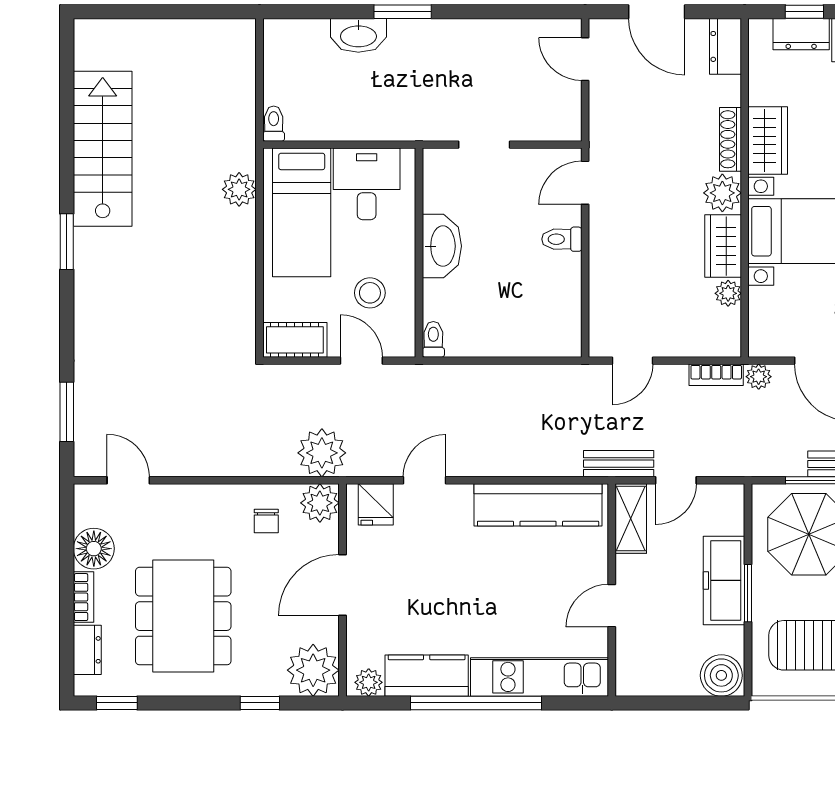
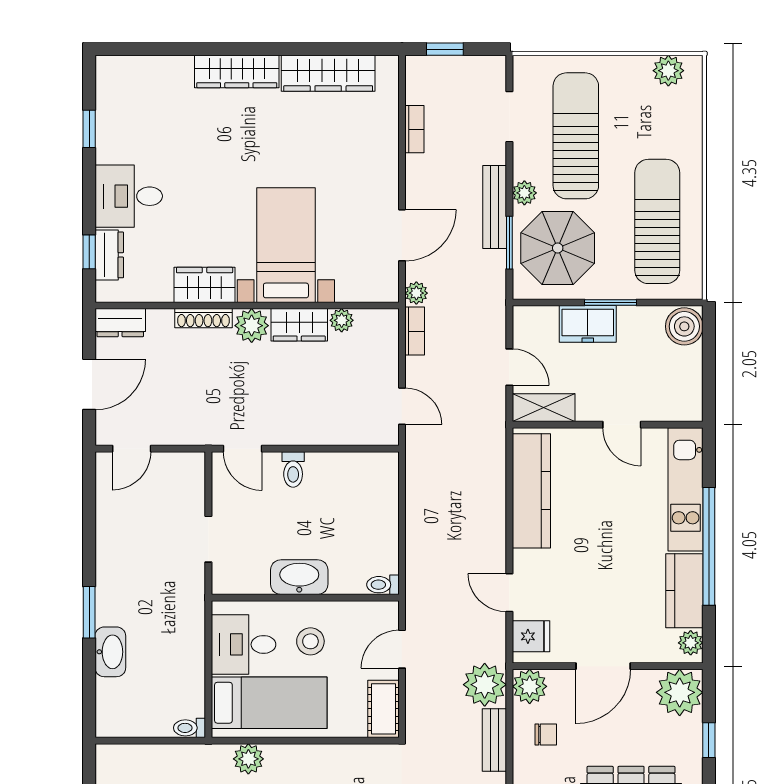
stool: (370, 293) -> (310, 641), moved
bench: (619, 464) -> (494, 740), moved
freezer: (724, 580) -> (588, 324), width x0.71
door: (343, 585) -> (603, 666), hinge flipped

